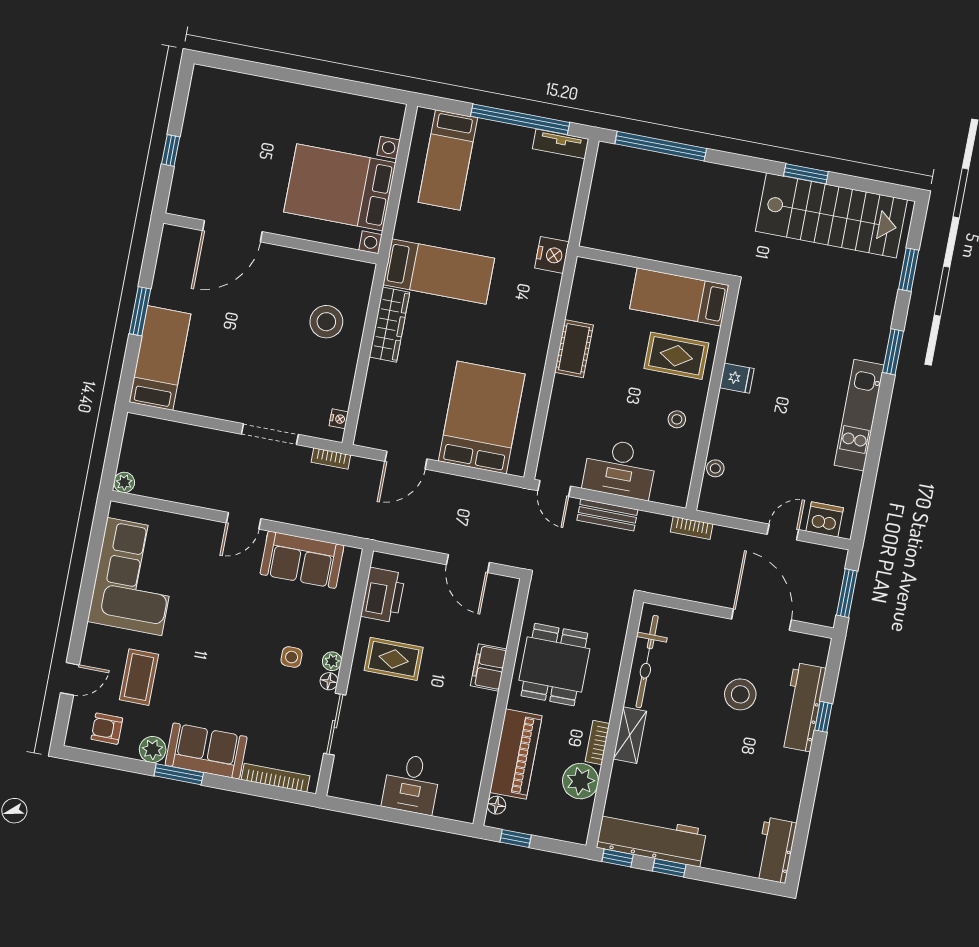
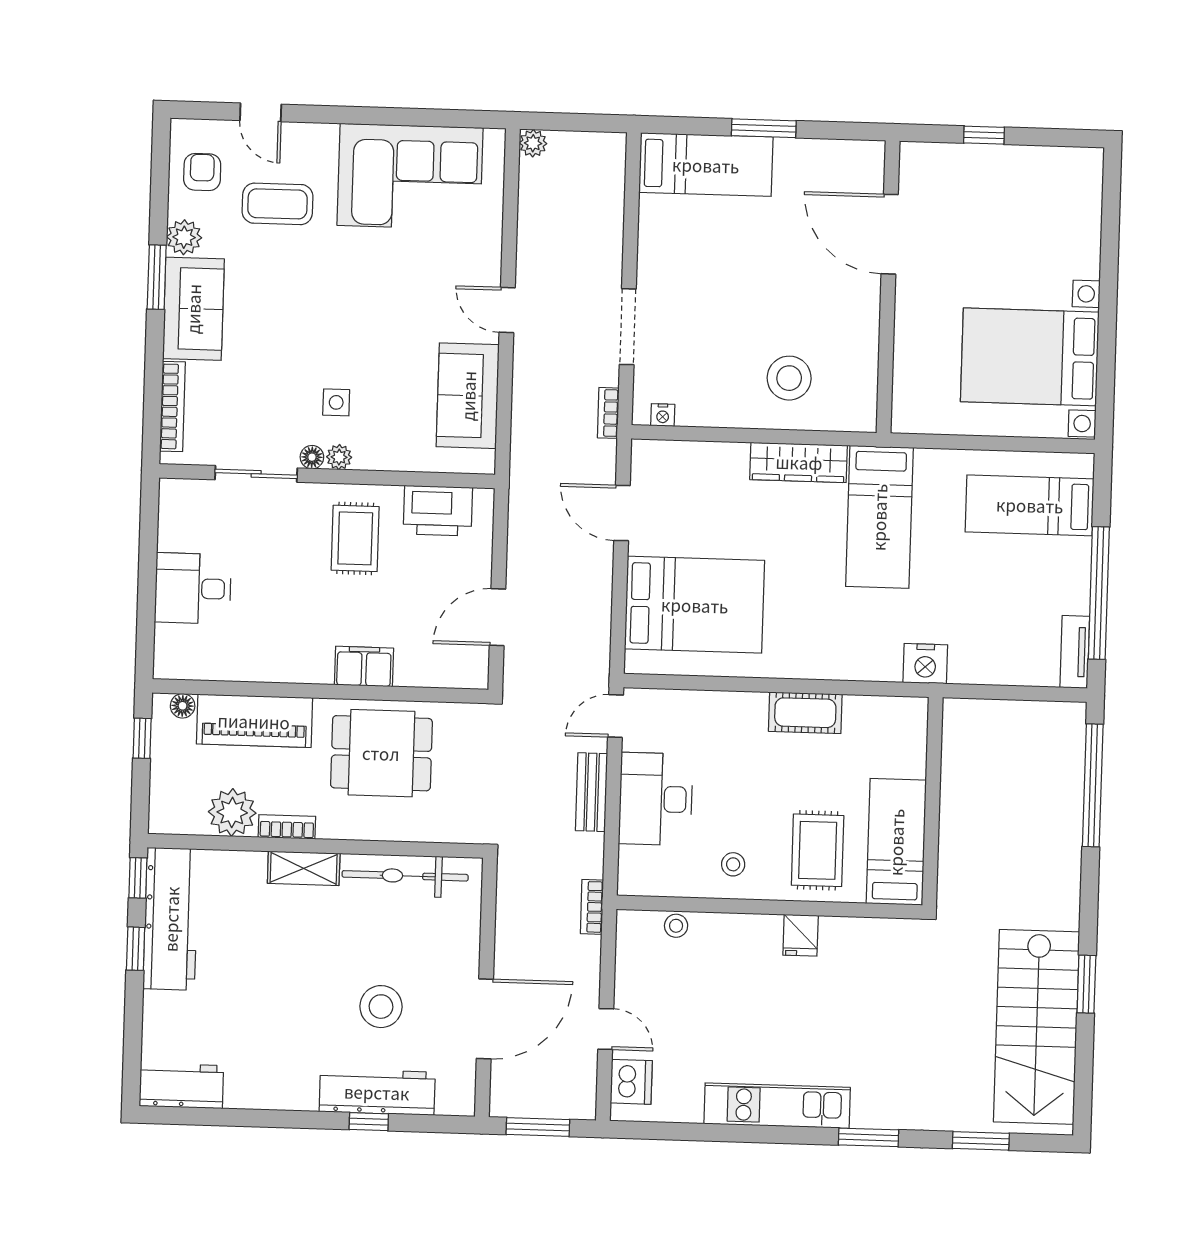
bed with nightstands: (340, 187) -> (1030, 357), moved, turned -90

